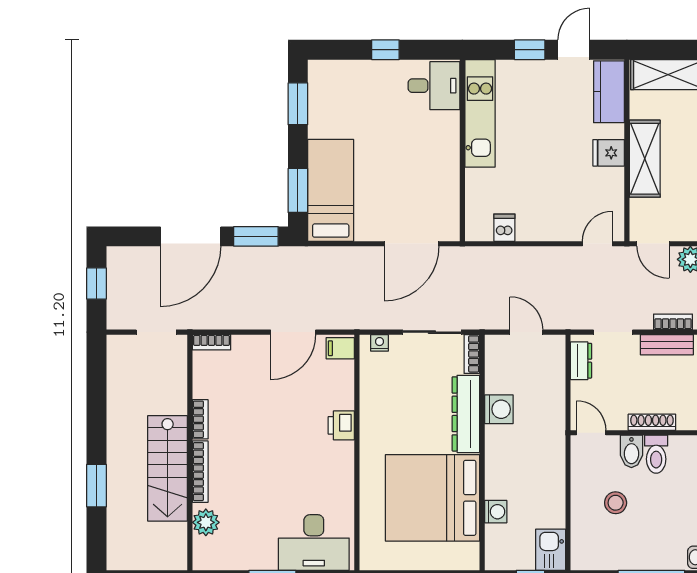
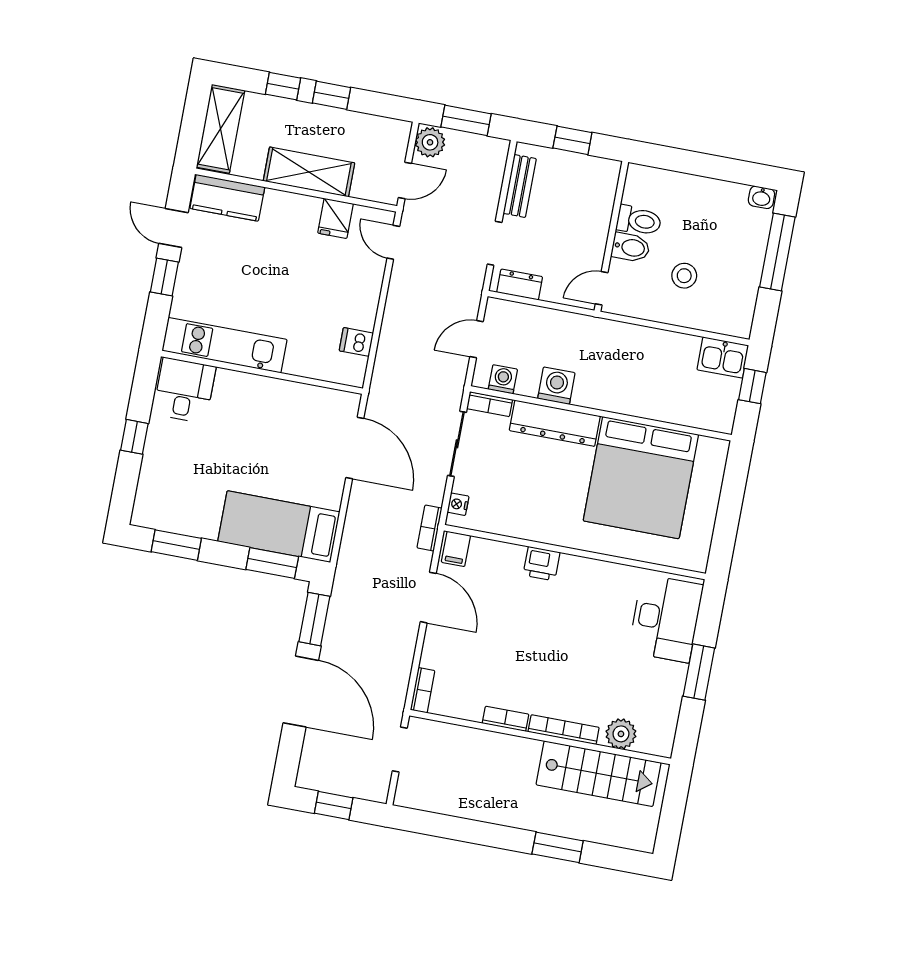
fridge: (609, 153) -> (335, 218), moved
bookcase: (673, 322) -> (430, 528), moved
shoe rack: (652, 422) -> (603, 219), removed
stairs: (168, 468) -> (598, 774), moved
washing machine: (496, 512) -> (503, 379), moved

